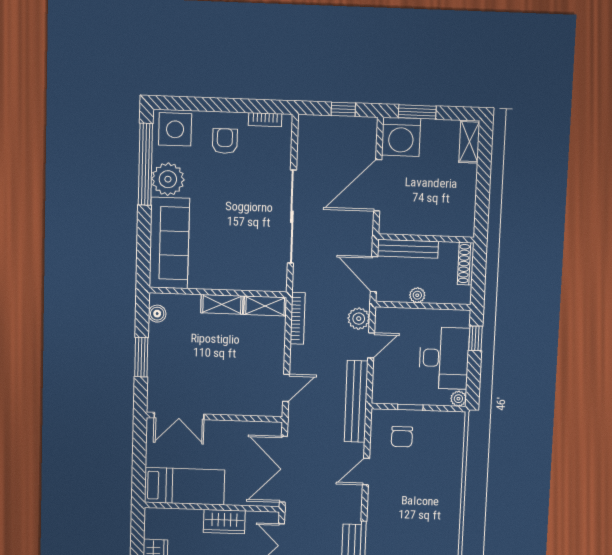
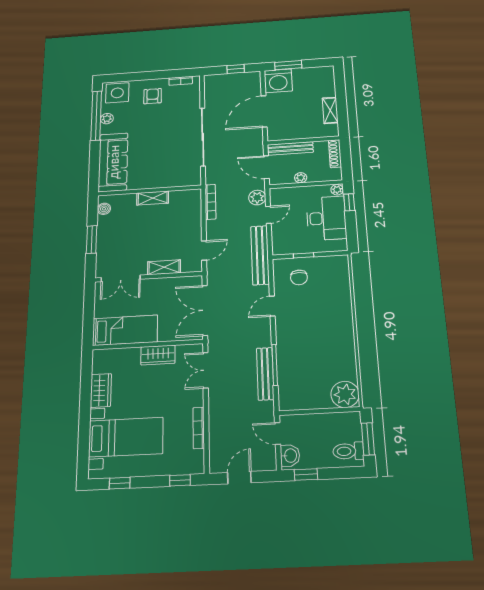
shelving: (469, 142) -> (330, 110), moved
plant: (168, 179) -> (107, 119), width x0.53, depth x0.53
shelving: (265, 306) -> (164, 267), moved
plant: (458, 399) -> (337, 190), moved

